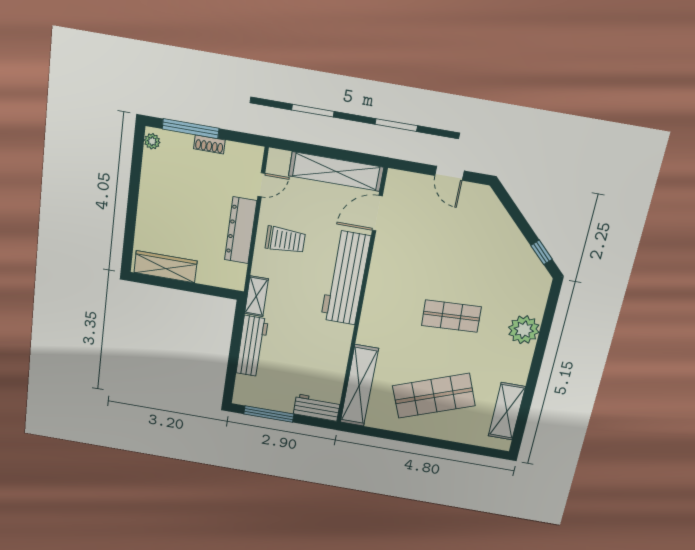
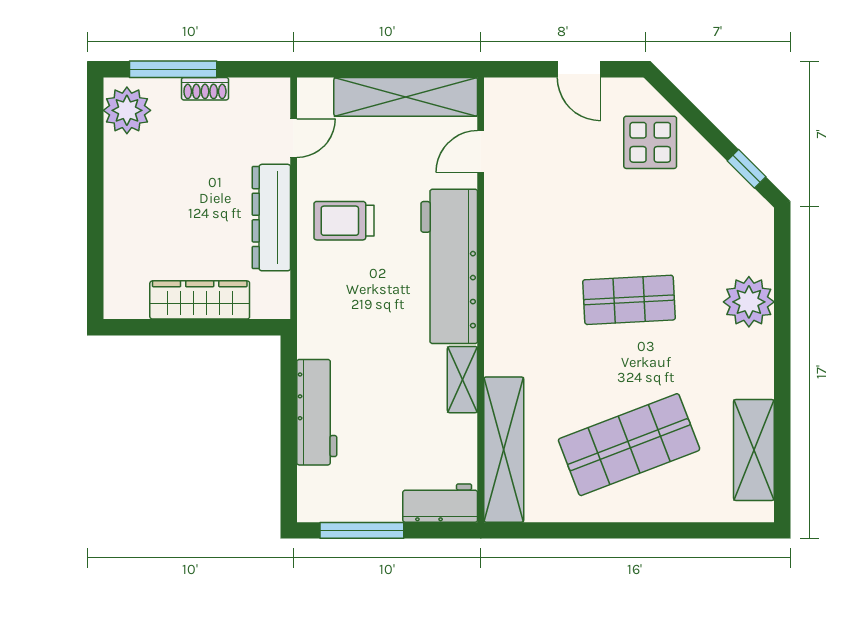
plant: (152, 141) -> (127, 110), width x1.87, depth x1.87
door: (377, 213) -> (481, 151), width x0.73
display table: (485, 226) -> (650, 142), added
trolley: (285, 240) -> (344, 221), turned 180
wardrobe: (166, 267) -> (200, 300), moved
shelving: (256, 296) -> (462, 380), moved

